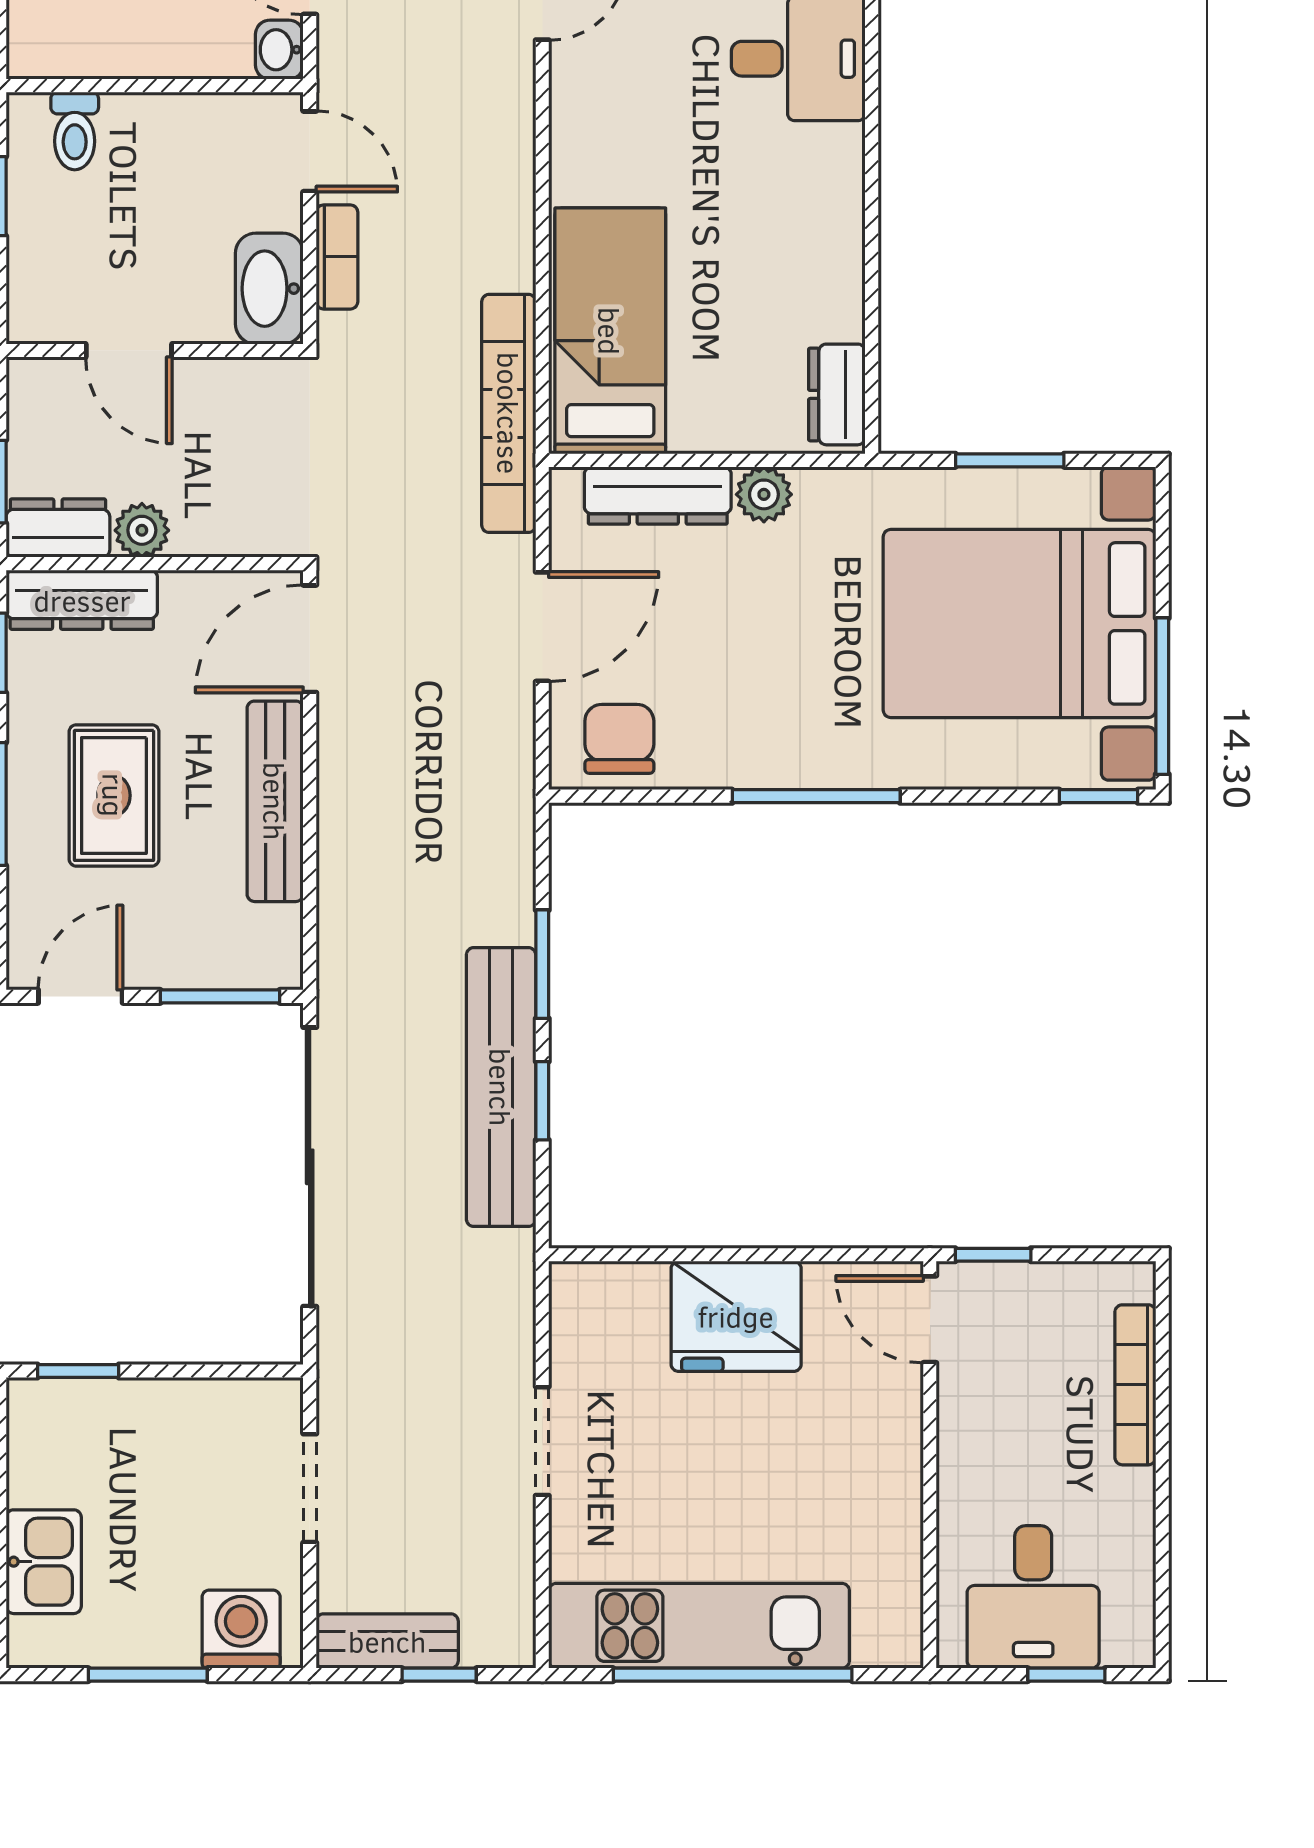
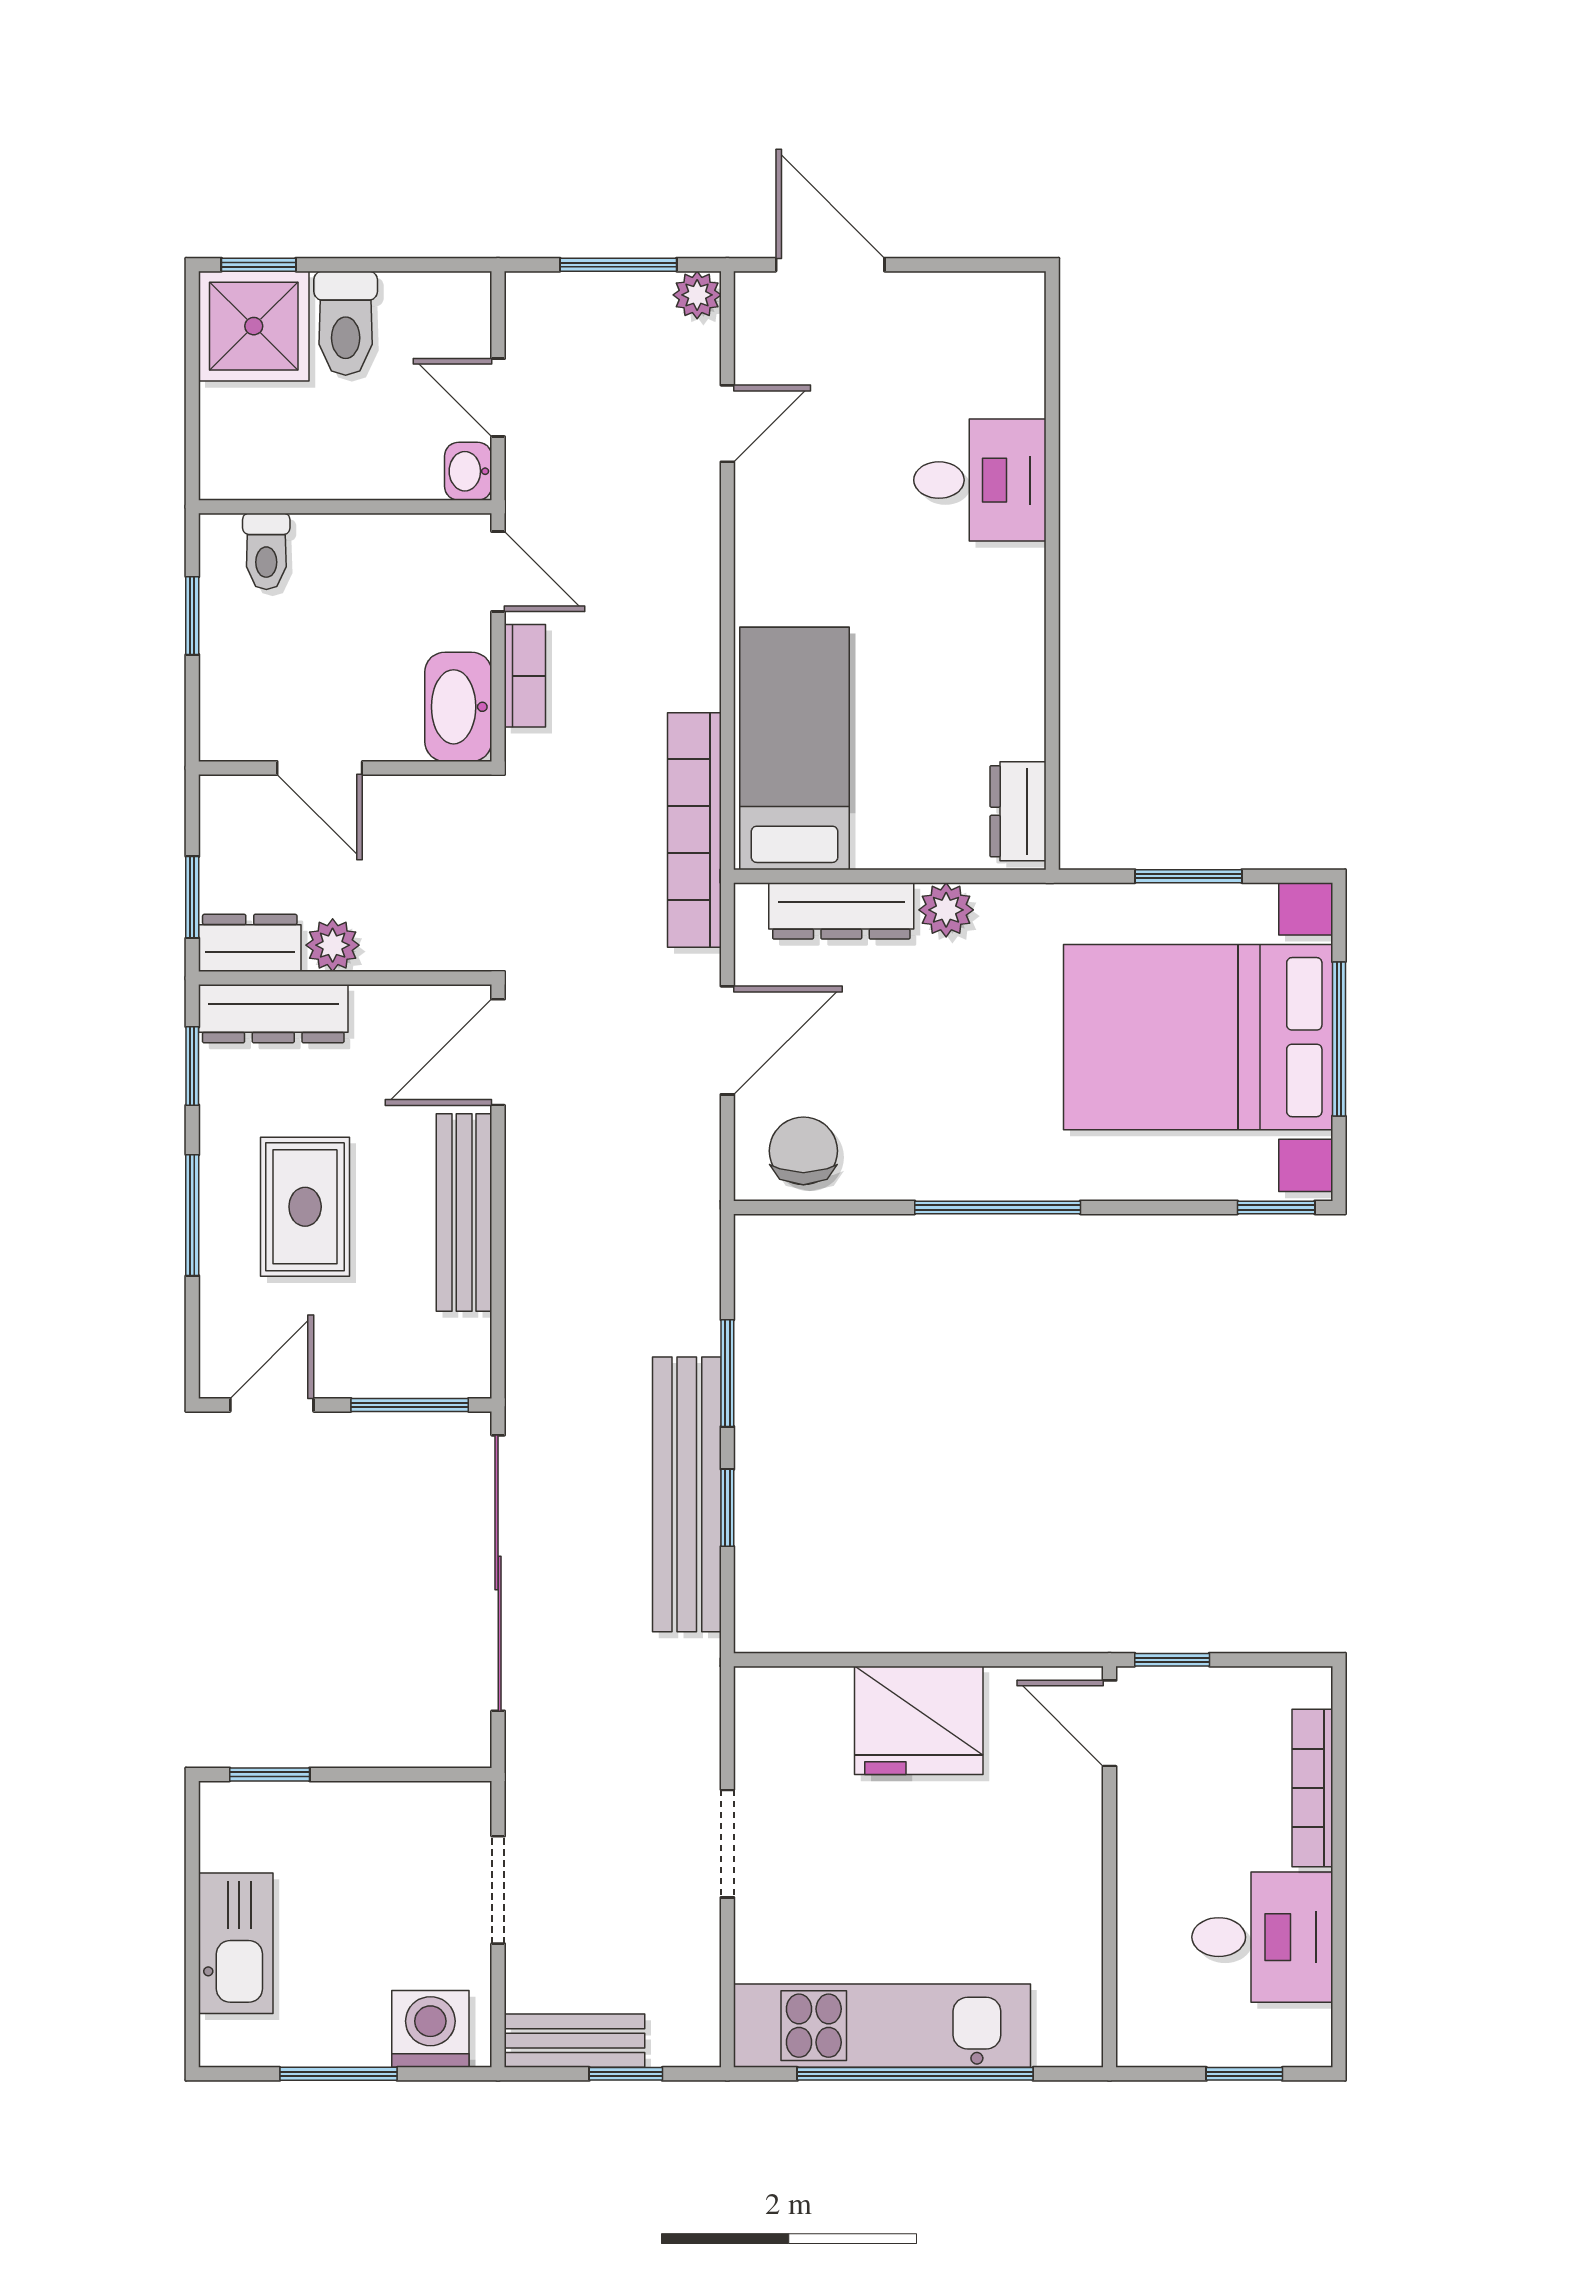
window: (1162, 696) -> (1339, 1039), moved
kitchen sink: (44, 1562) -> (236, 1943), width x1.38
desk: (1033, 1597) -> (1262, 1937), moved, turned -90

